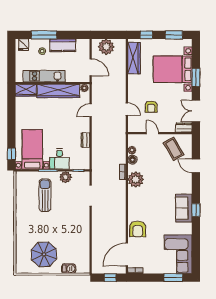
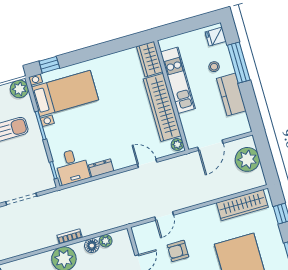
desk: (59, 159) -> (72, 166), moved, turned -90
plant: (66, 177) -> (19, 89), moved

